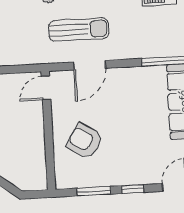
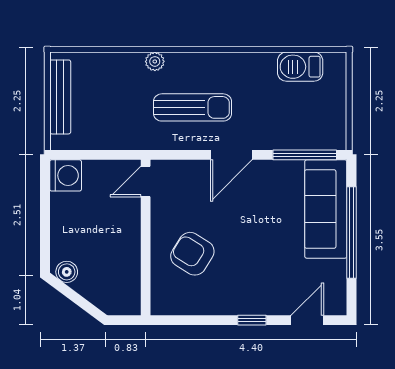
door: (90, 65) -> (231, 155), moved
window: (94, 191) -> (201, 320), removed

